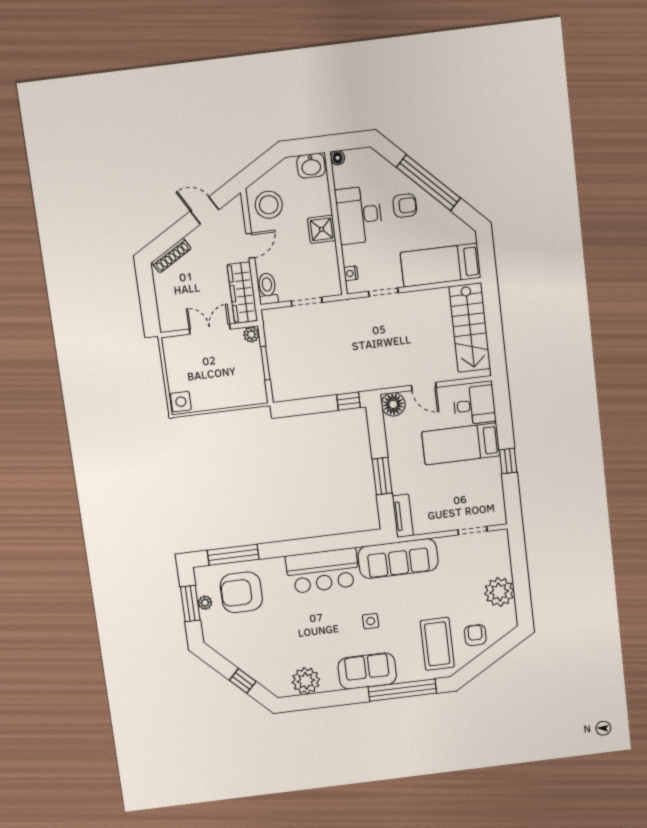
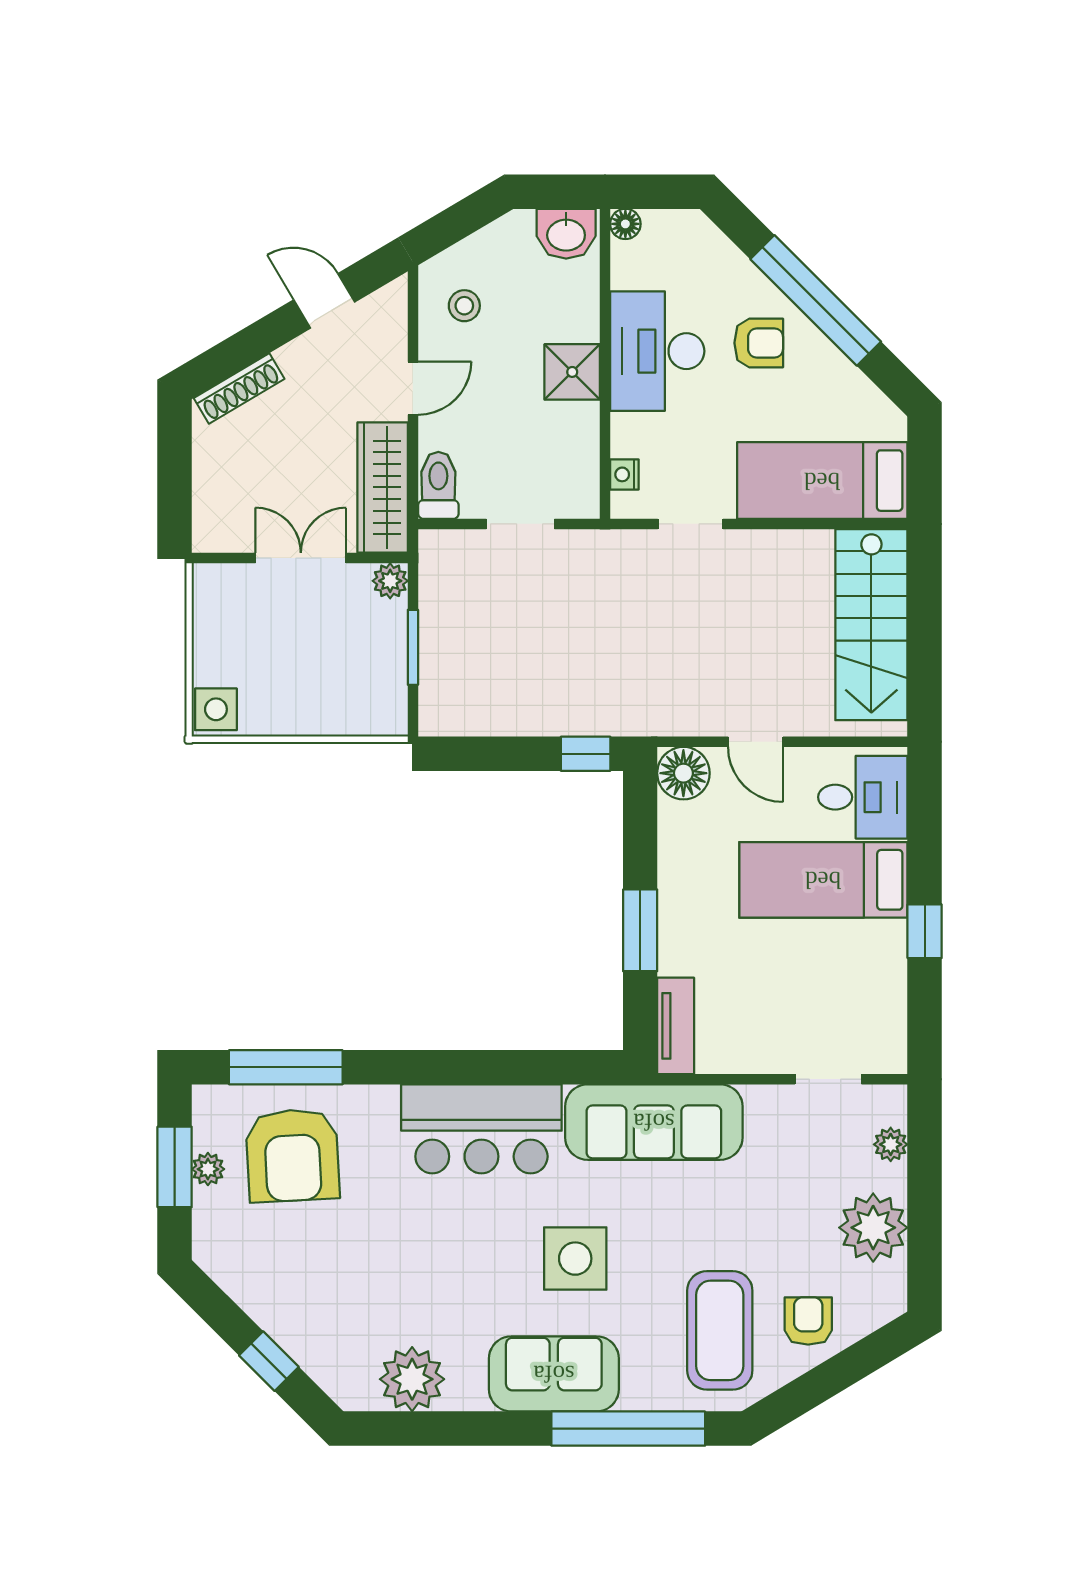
stool: (269, 205) -> (464, 306), width x0.53, depth x0.53
plant: (503, 555) -> (891, 1144), added
armchair: (241, 592) -> (293, 1155), turned -93
side table: (371, 621) -> (575, 1259), width x1.87, depth x1.87

